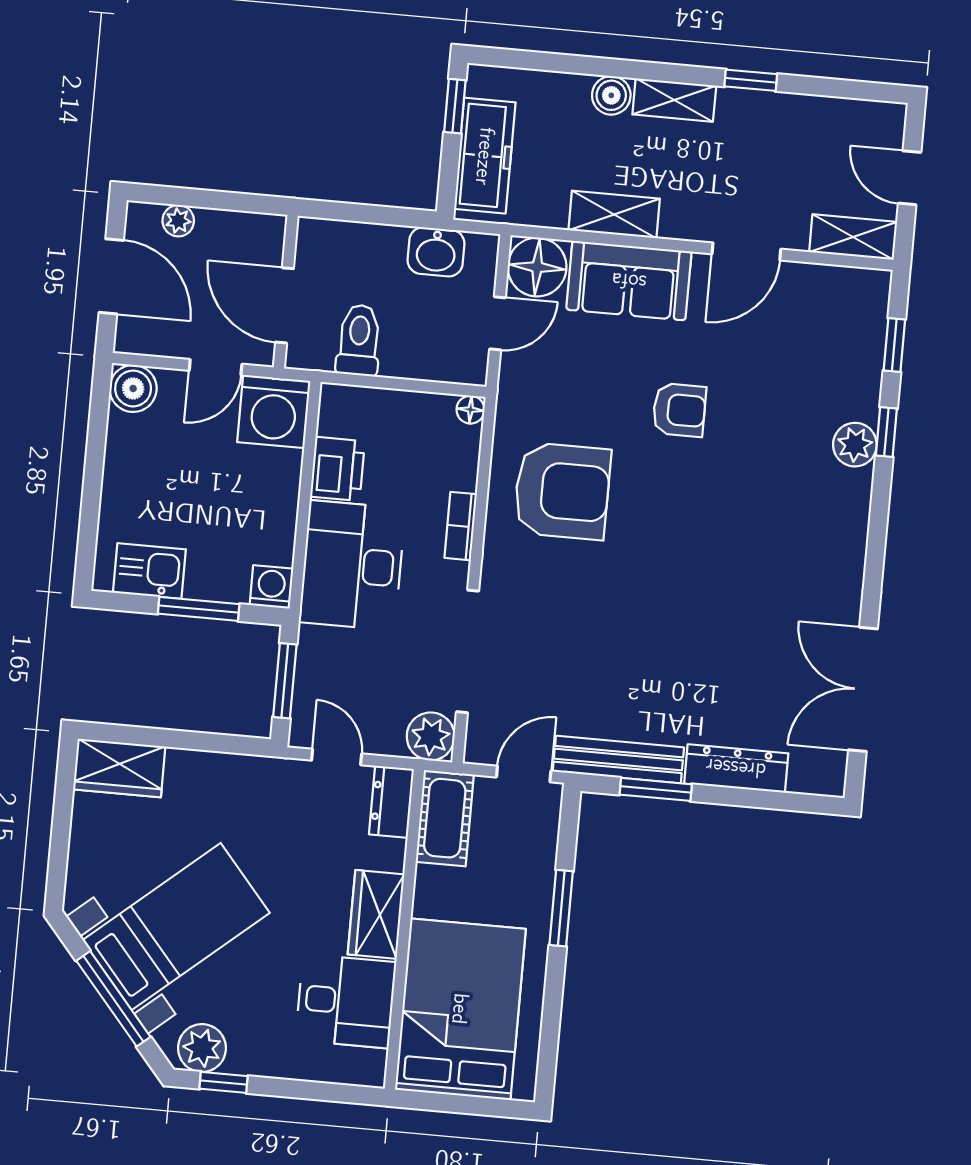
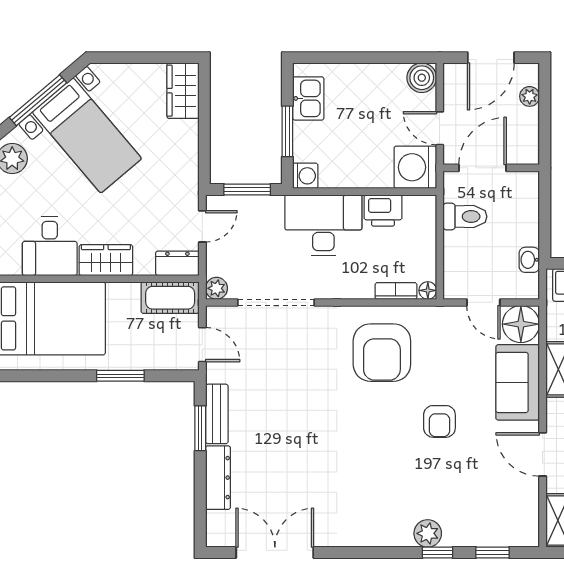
washbasin: (436, 252) -> (529, 260), width x0.72, depth x0.69
bookcase: (461, 526) -> (396, 291), moved
plant: (431, 736) -> (216, 288), width x0.73, depth x0.73
bench: (618, 759) -> (217, 414), width x0.73

